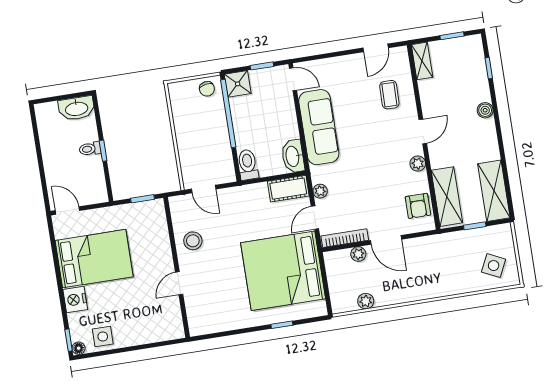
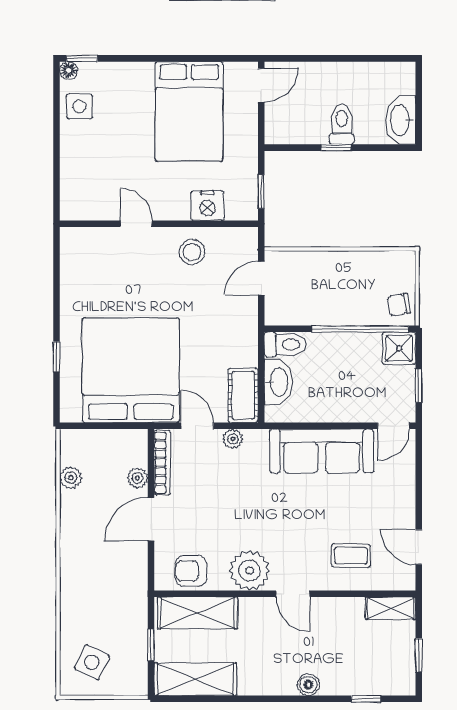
toilet: (90, 149) -> (342, 124), width x1.37, depth x1.39
washbasin: (293, 156) -> (278, 382), moved, turned 90
plant: (418, 164) -> (250, 570), width x1.88, depth x1.88
nightstand: (75, 300) -> (207, 206), moved, turned 180

